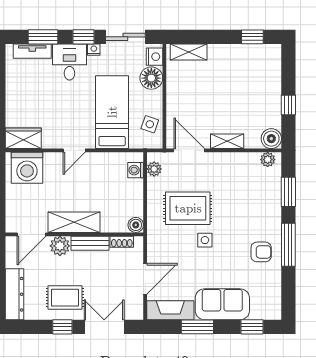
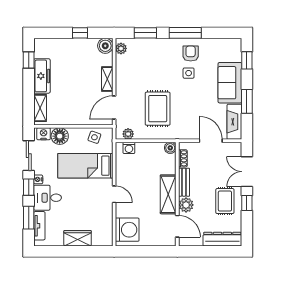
freezer: (231, 55) -> (42, 76), added
wardrobe: (23, 138) -> (78, 238), moved, turned 90
side table: (205, 240) -> (189, 73), moved

